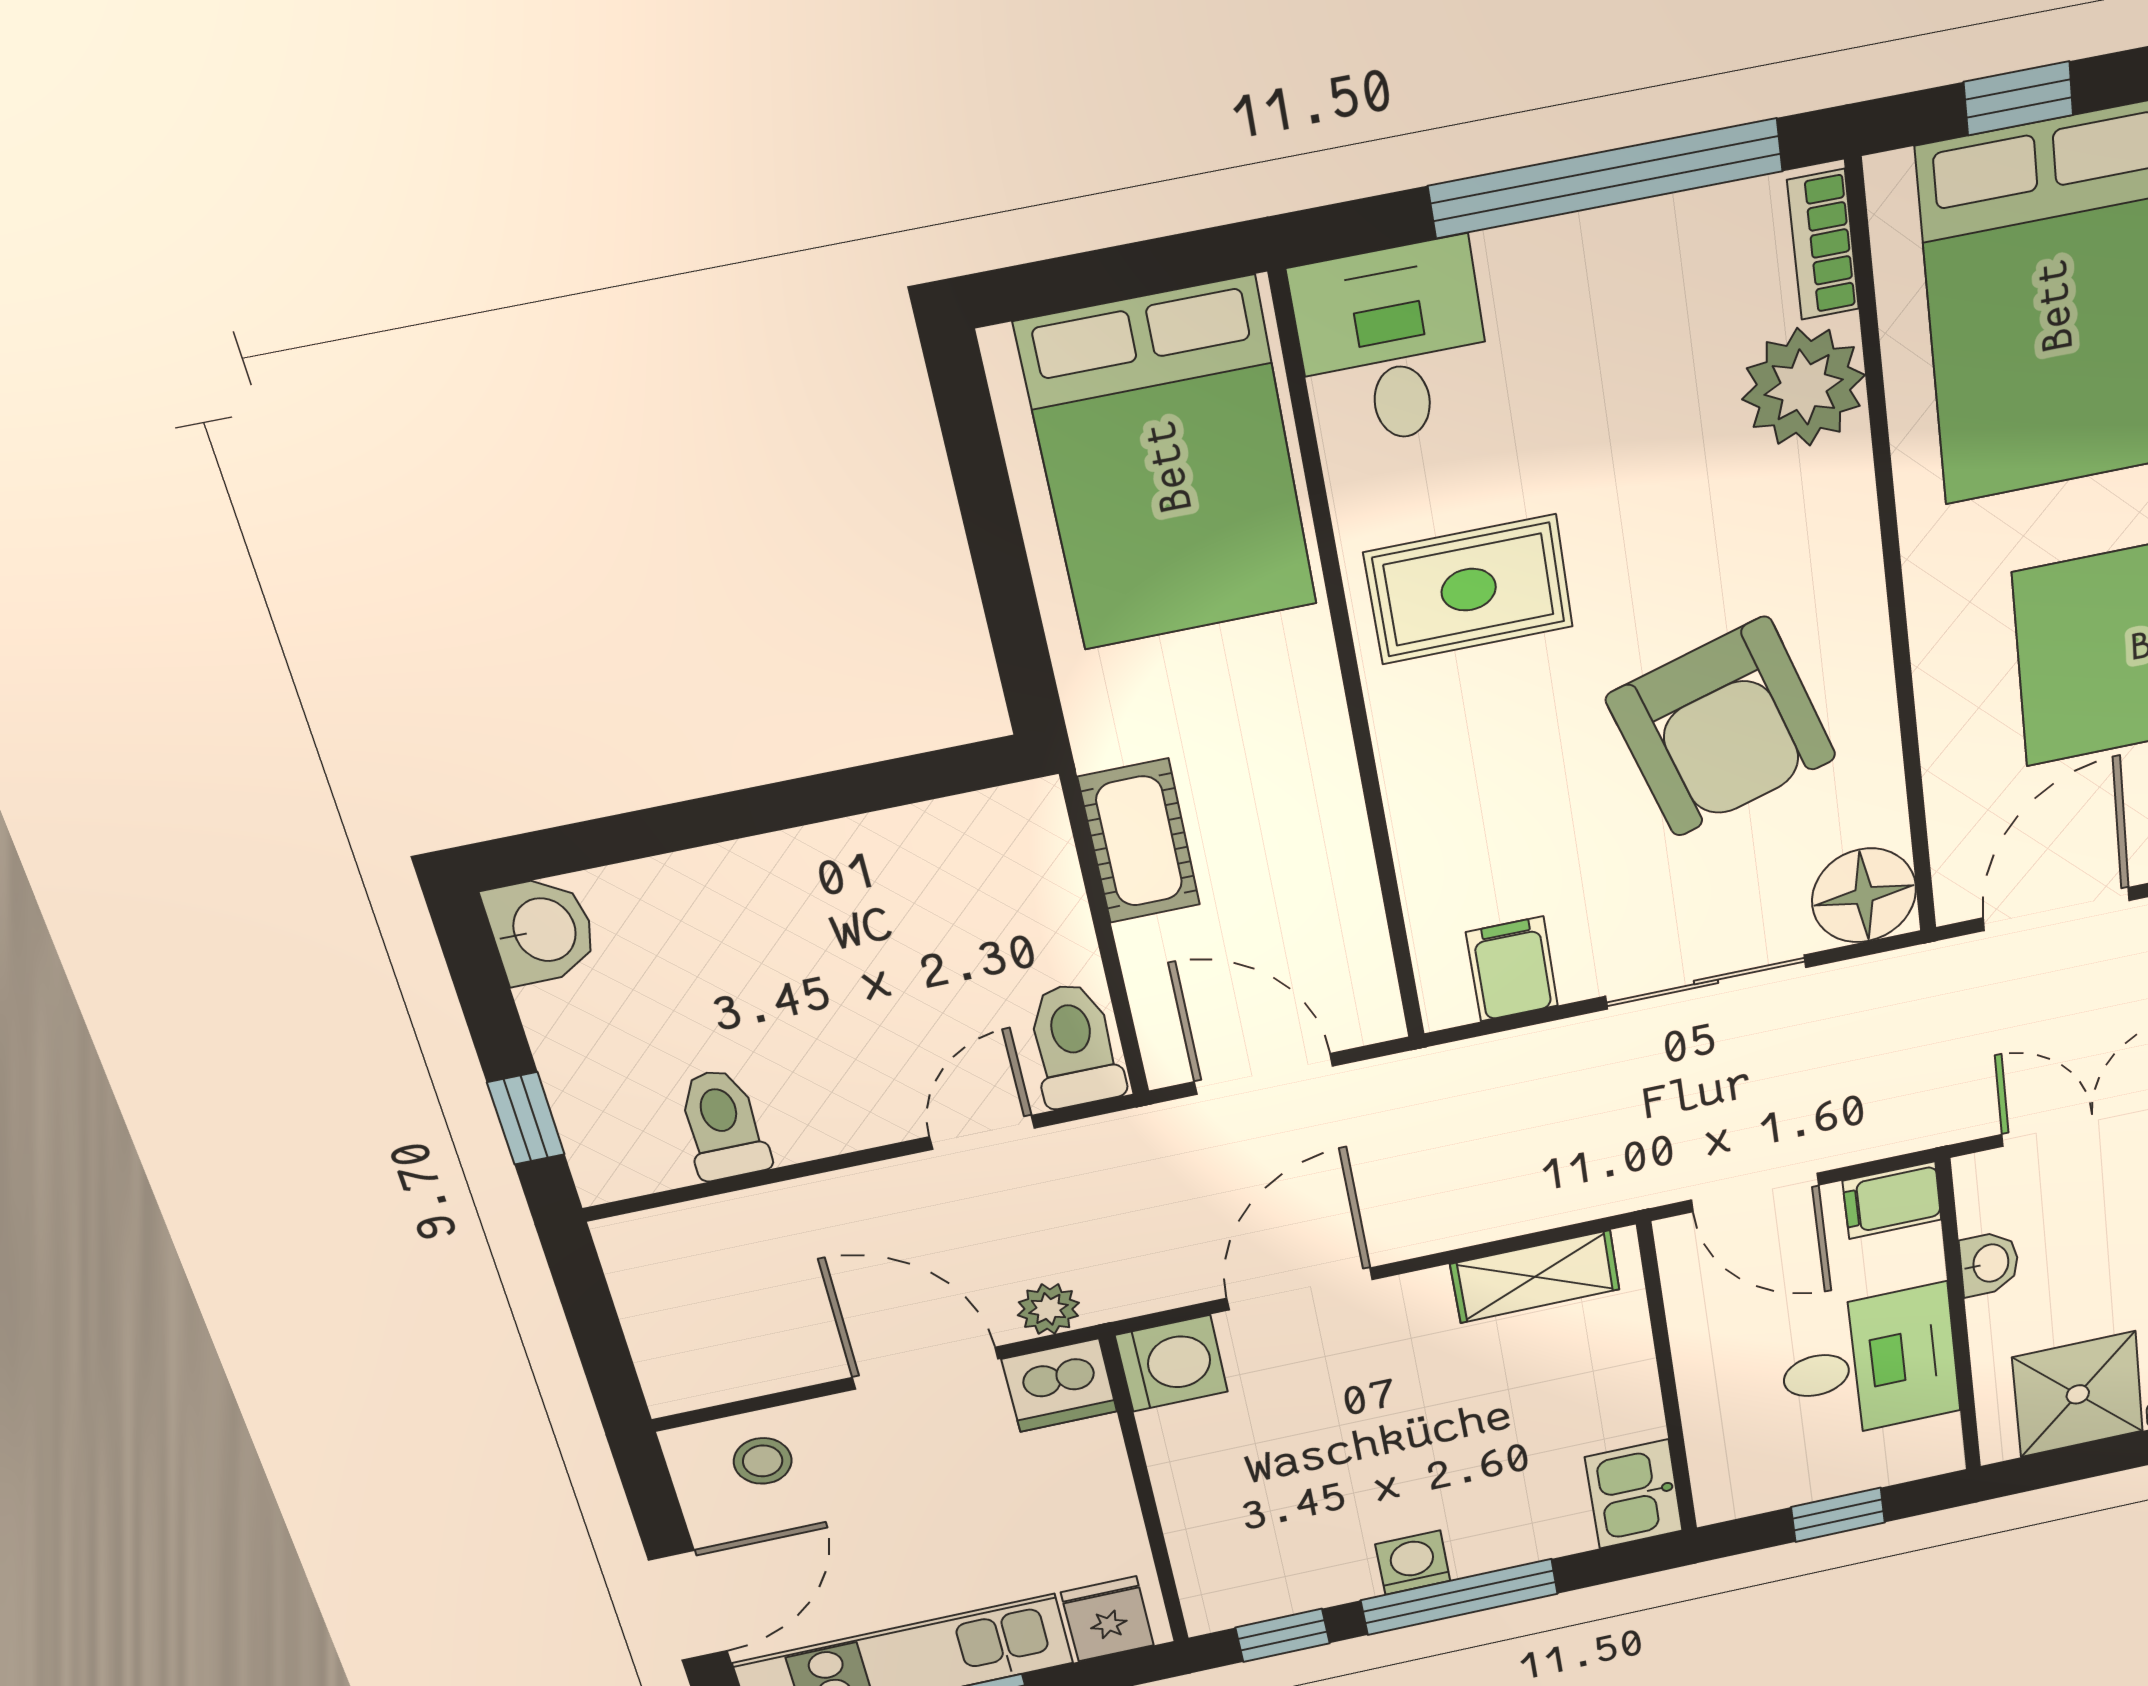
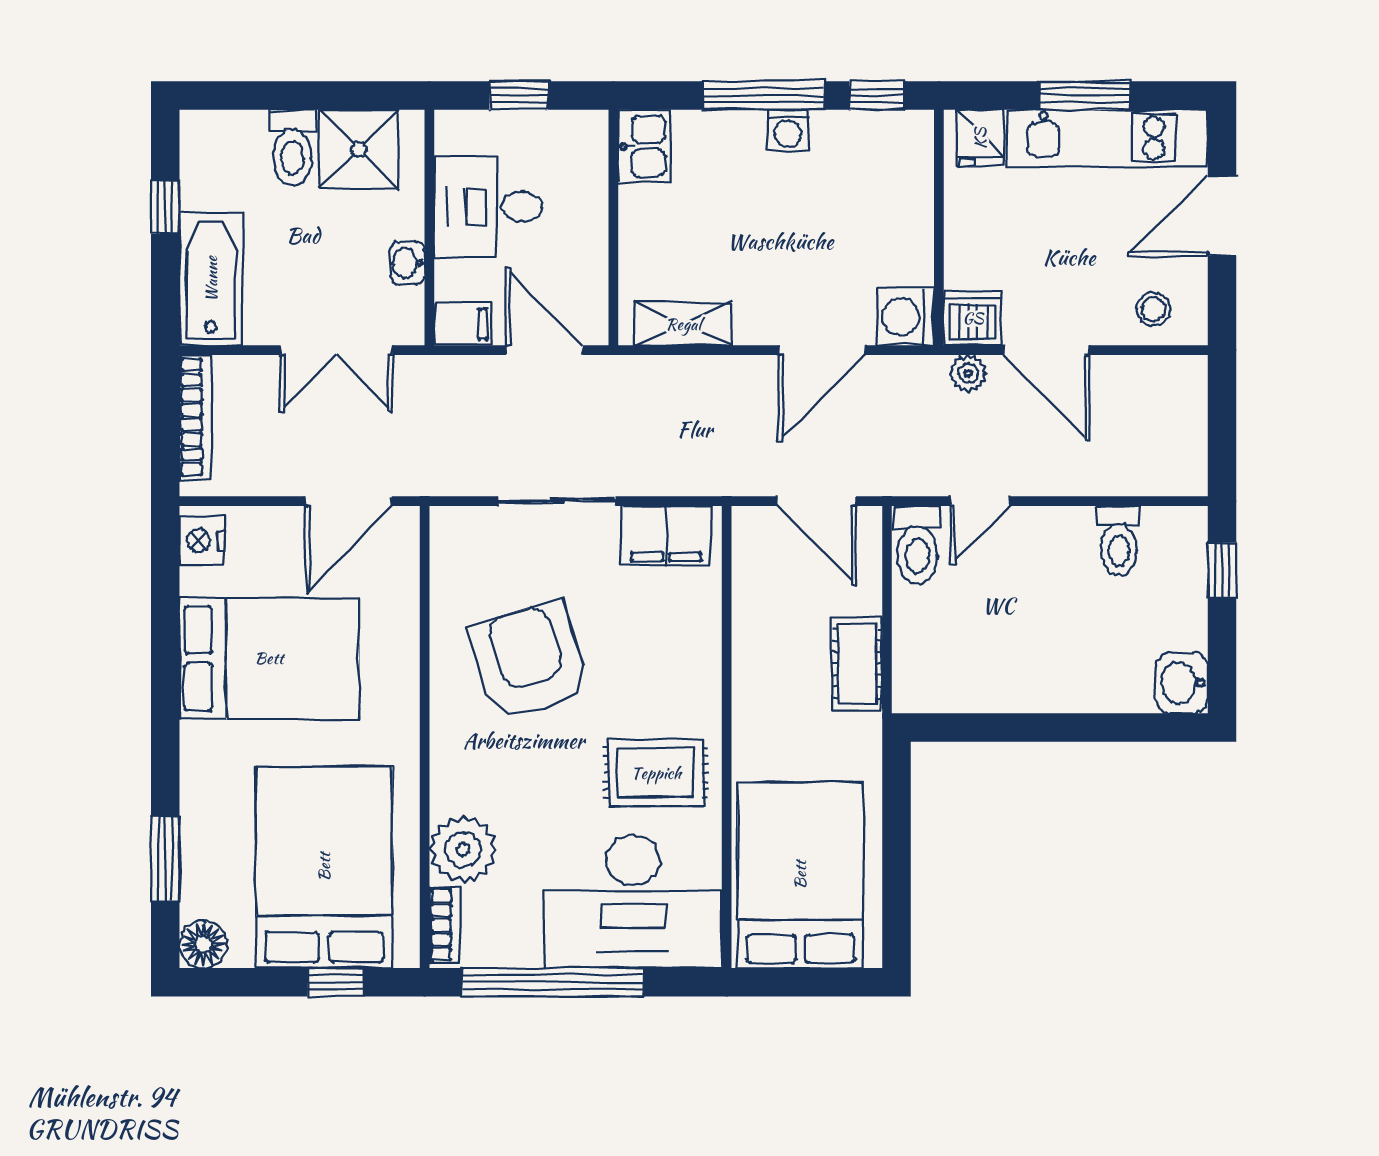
desk: (1393, 344) -> (633, 902), width x1.87, depth x1.30
floor lamp: (1864, 895) -> (460, 536), removed
filing cabinet: (1512, 969) -> (666, 536), width x2.00

